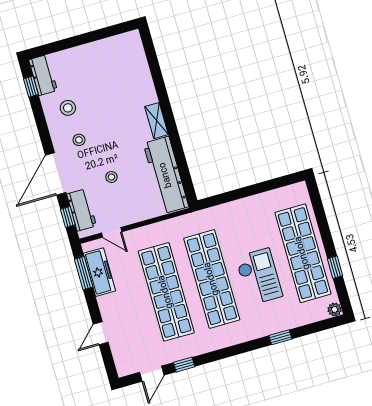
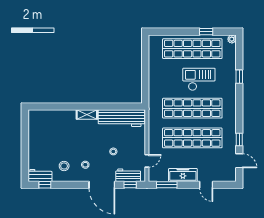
freezer: (100, 272) -> (183, 175), moved

